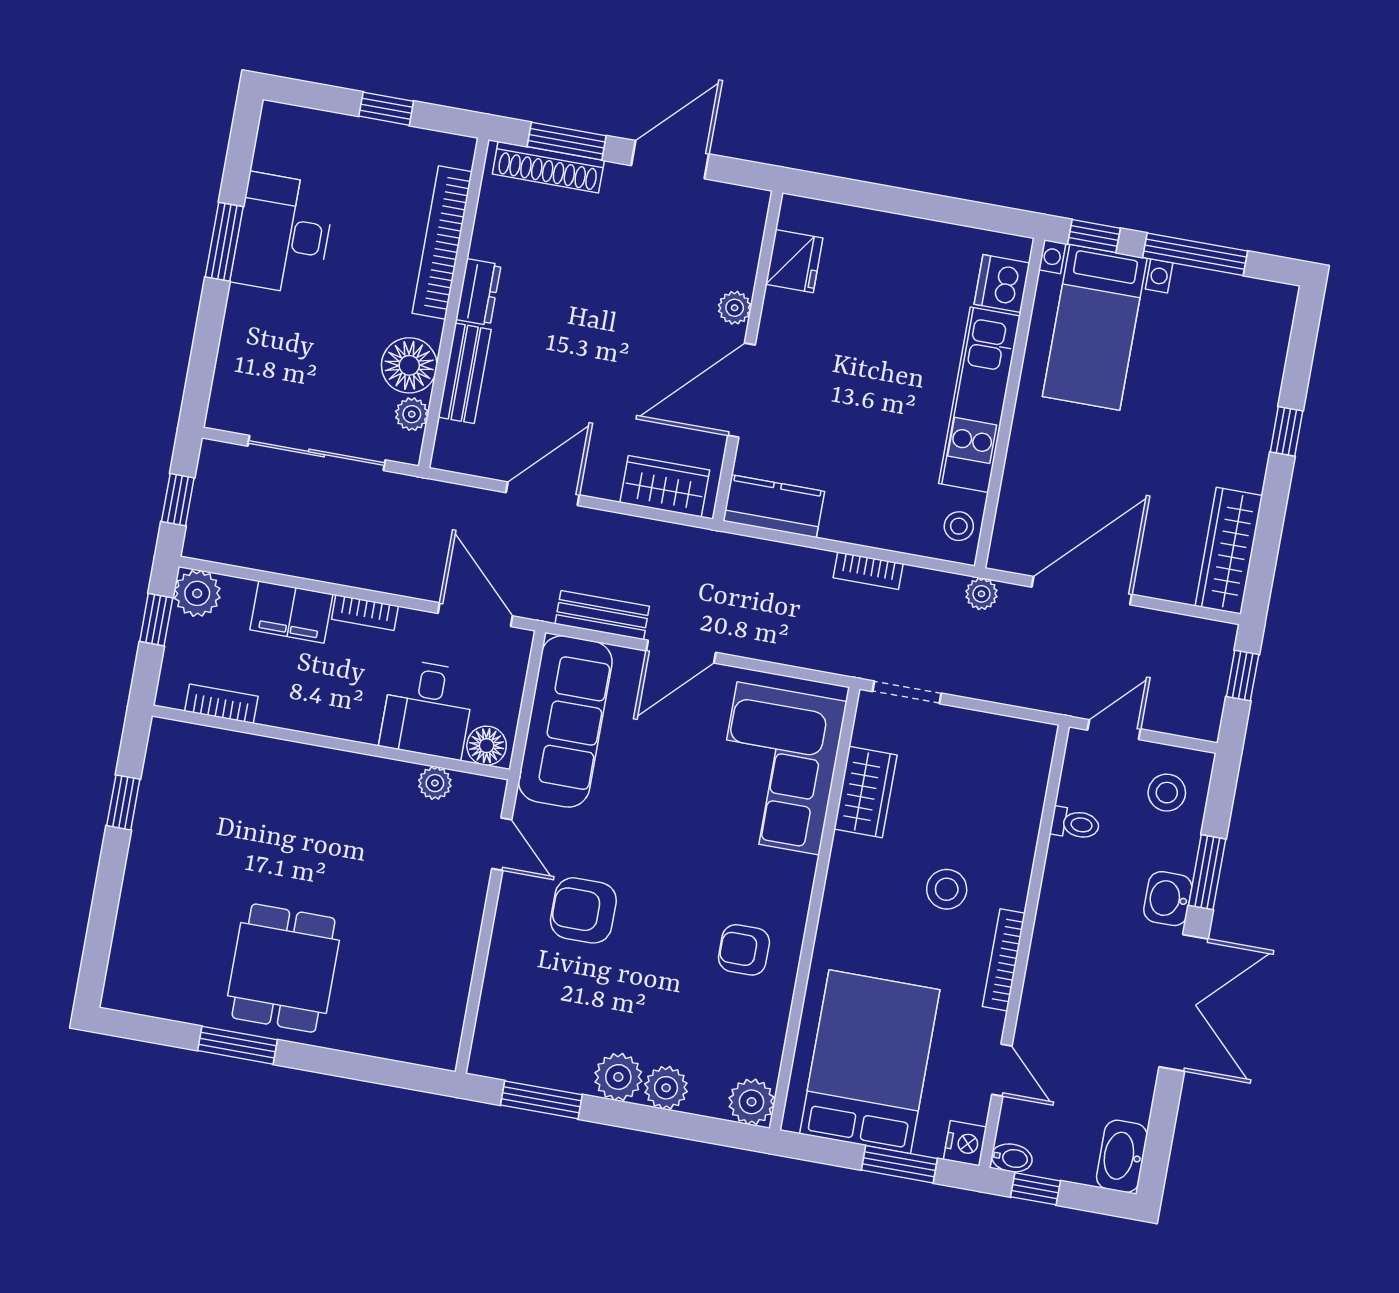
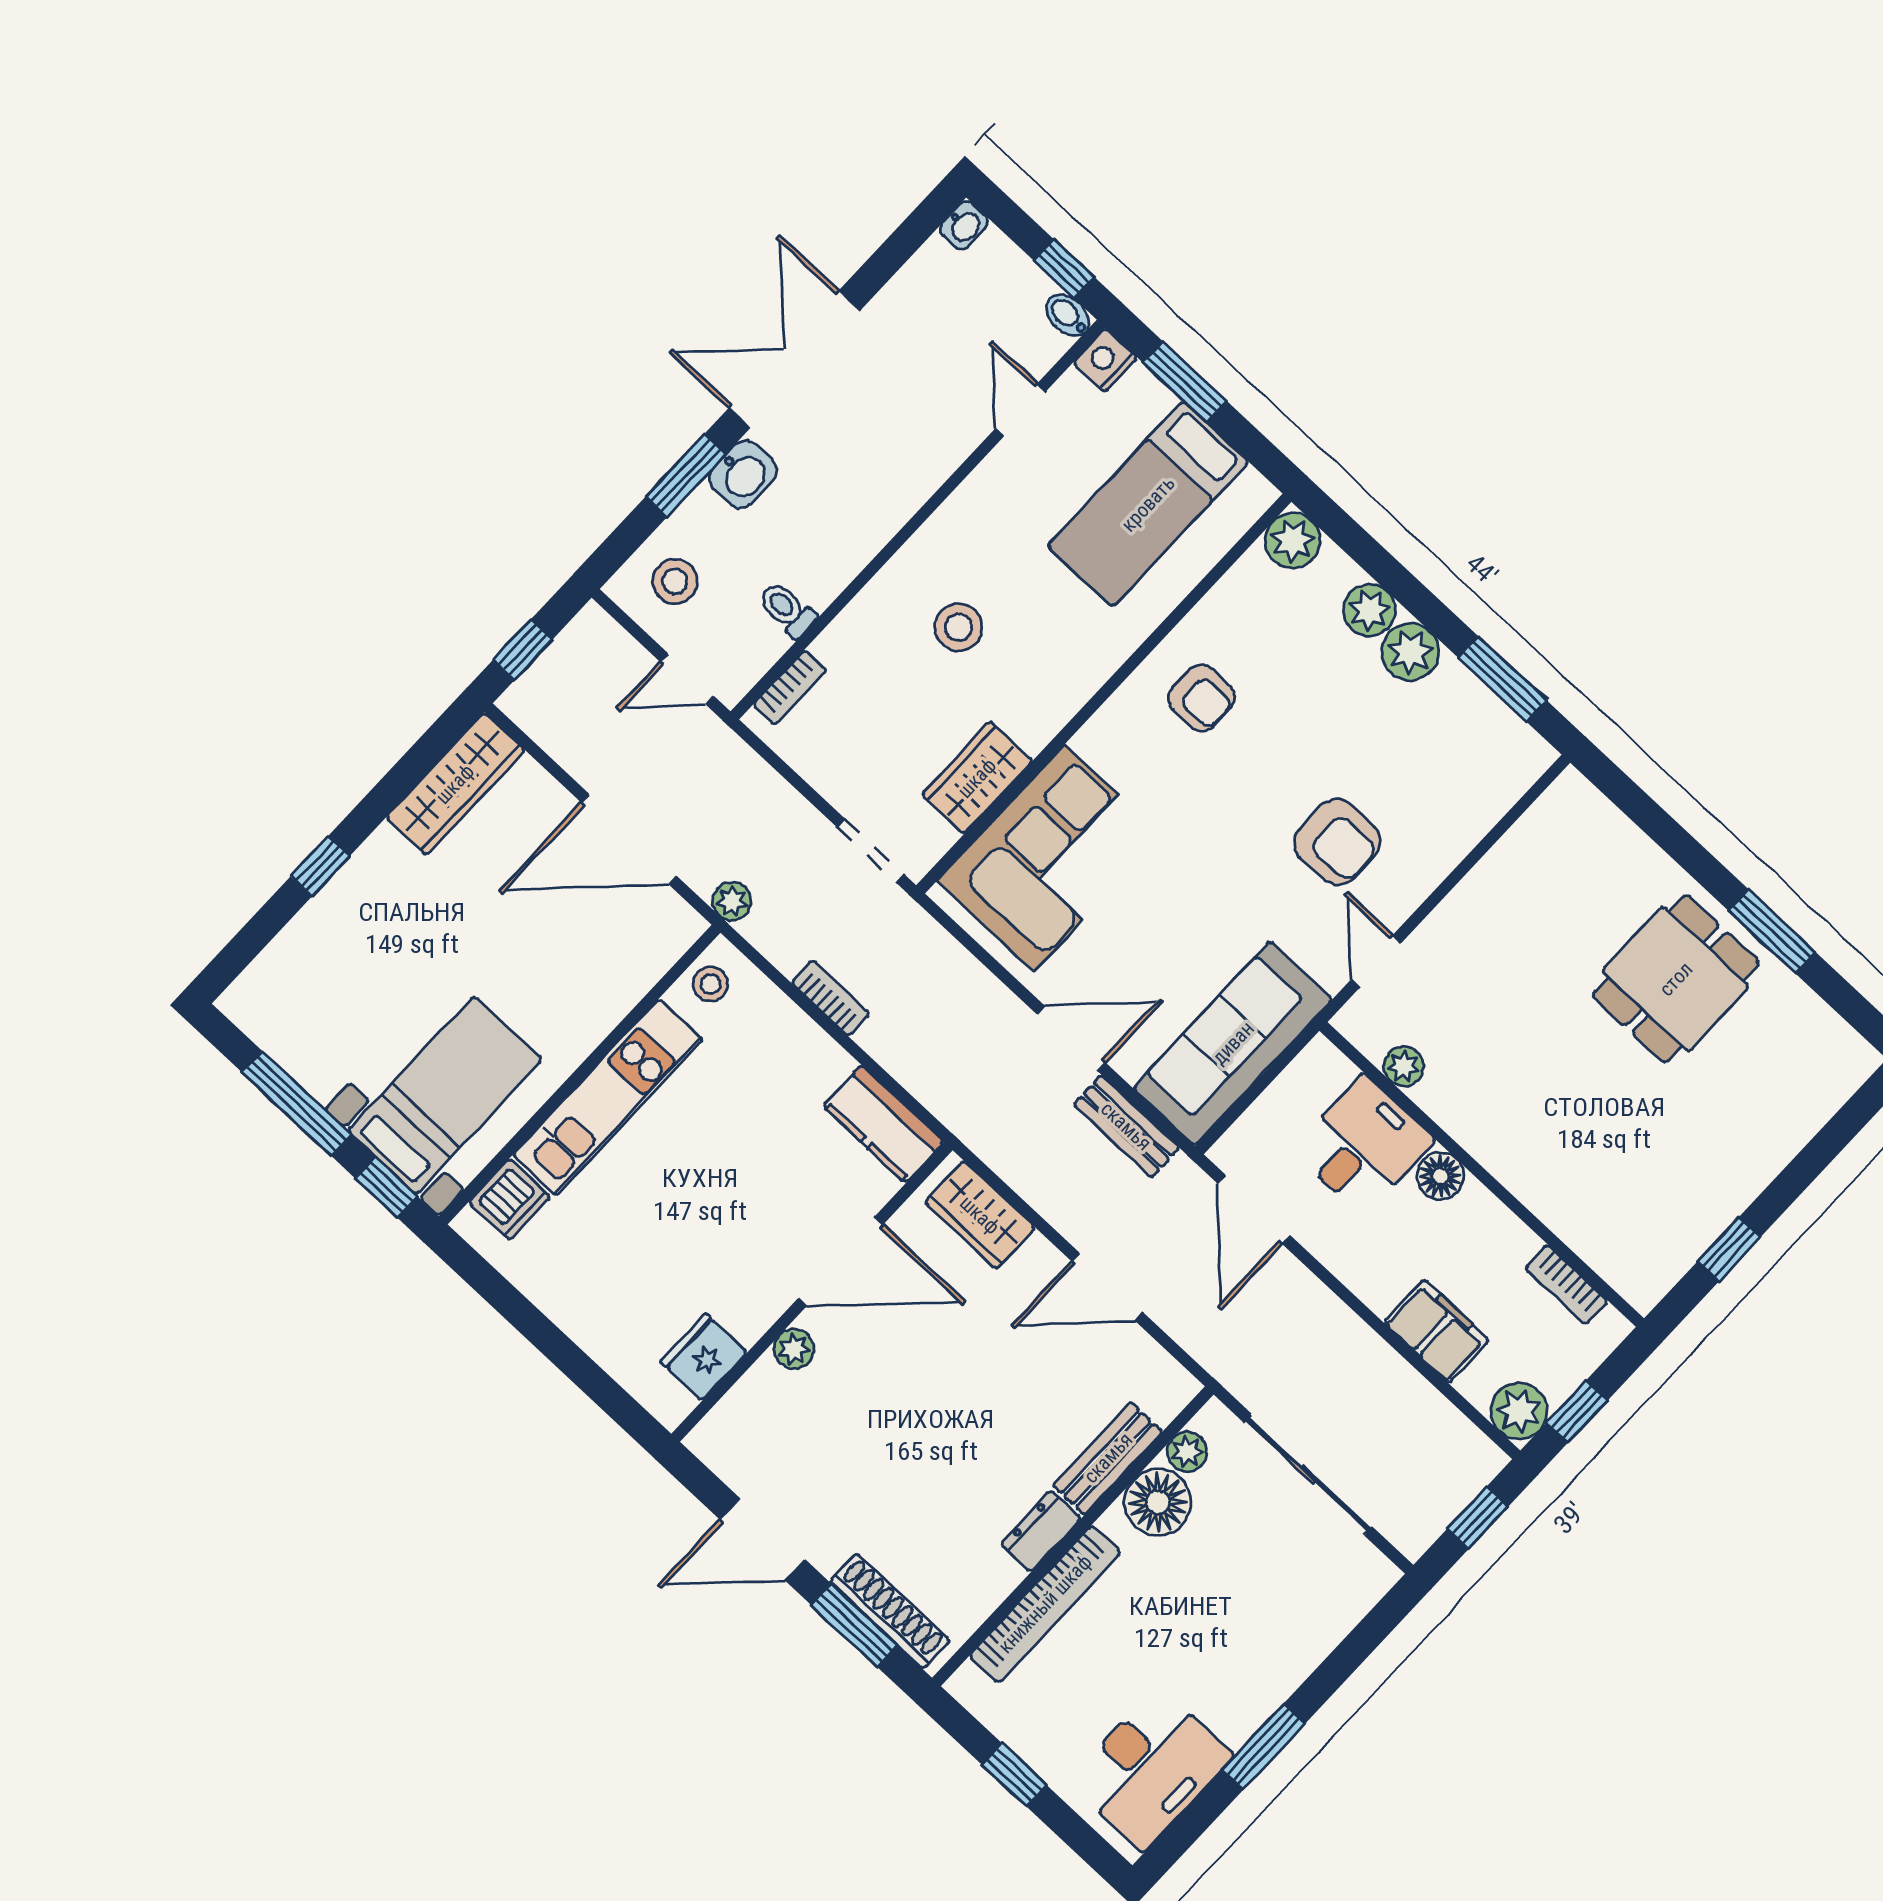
desk: (283, 234) -> (1150, 1768), moved
bookcase: (365, 613) -> (1363, 1283), removed
floor lamp: (487, 746) -> (1440, 1176), moved
bookcase: (1004, 960) -> (790, 688), moved, width x0.64
bed: (870, 1062) -> (1148, 504), width x0.67
washbasin: (1122, 1156) -> (964, 225), width x0.52, depth x0.69

